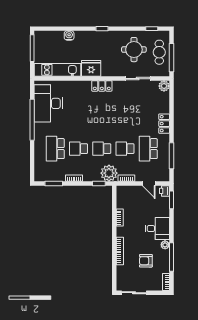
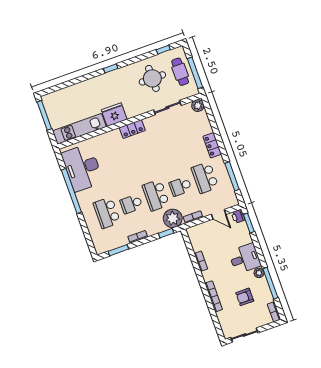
water cooler: (69, 35) -> (79, 88), removed
school desk: (102, 149) -> (156, 195), width x1.85

